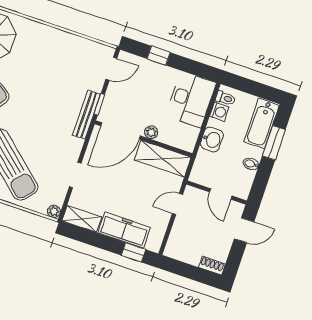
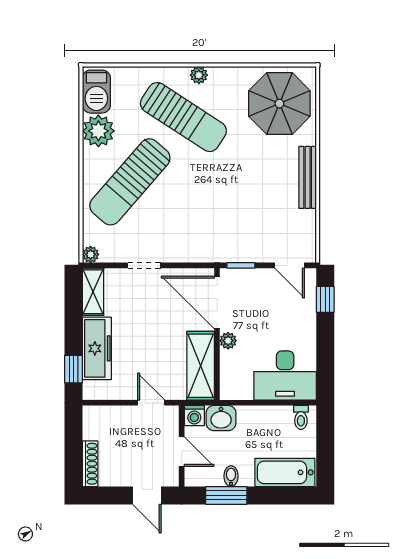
window: (159, 56) -> (325, 299), moved
washing machine: (219, 112) -> (194, 415), moved
bench: (86, 115) -> (308, 177), moved, turned 90
washbasin: (212, 140) -> (221, 418), moved
window: (274, 143) -> (226, 495), moved
door: (221, 194) -> (182, 452), swing flipped
shoe rack: (212, 266) -> (90, 464), width x1.43

